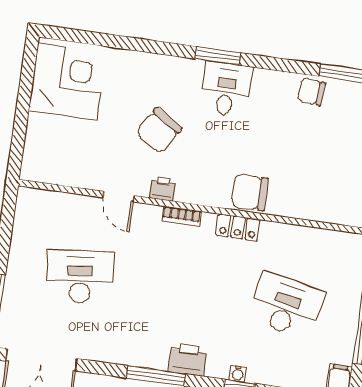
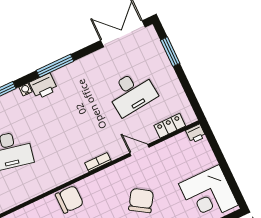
printer: (163, 189) -> (196, 134), moved
locker: (238, 227) -> (170, 126), moved
water cooler: (238, 374) -> (26, 90), moved

